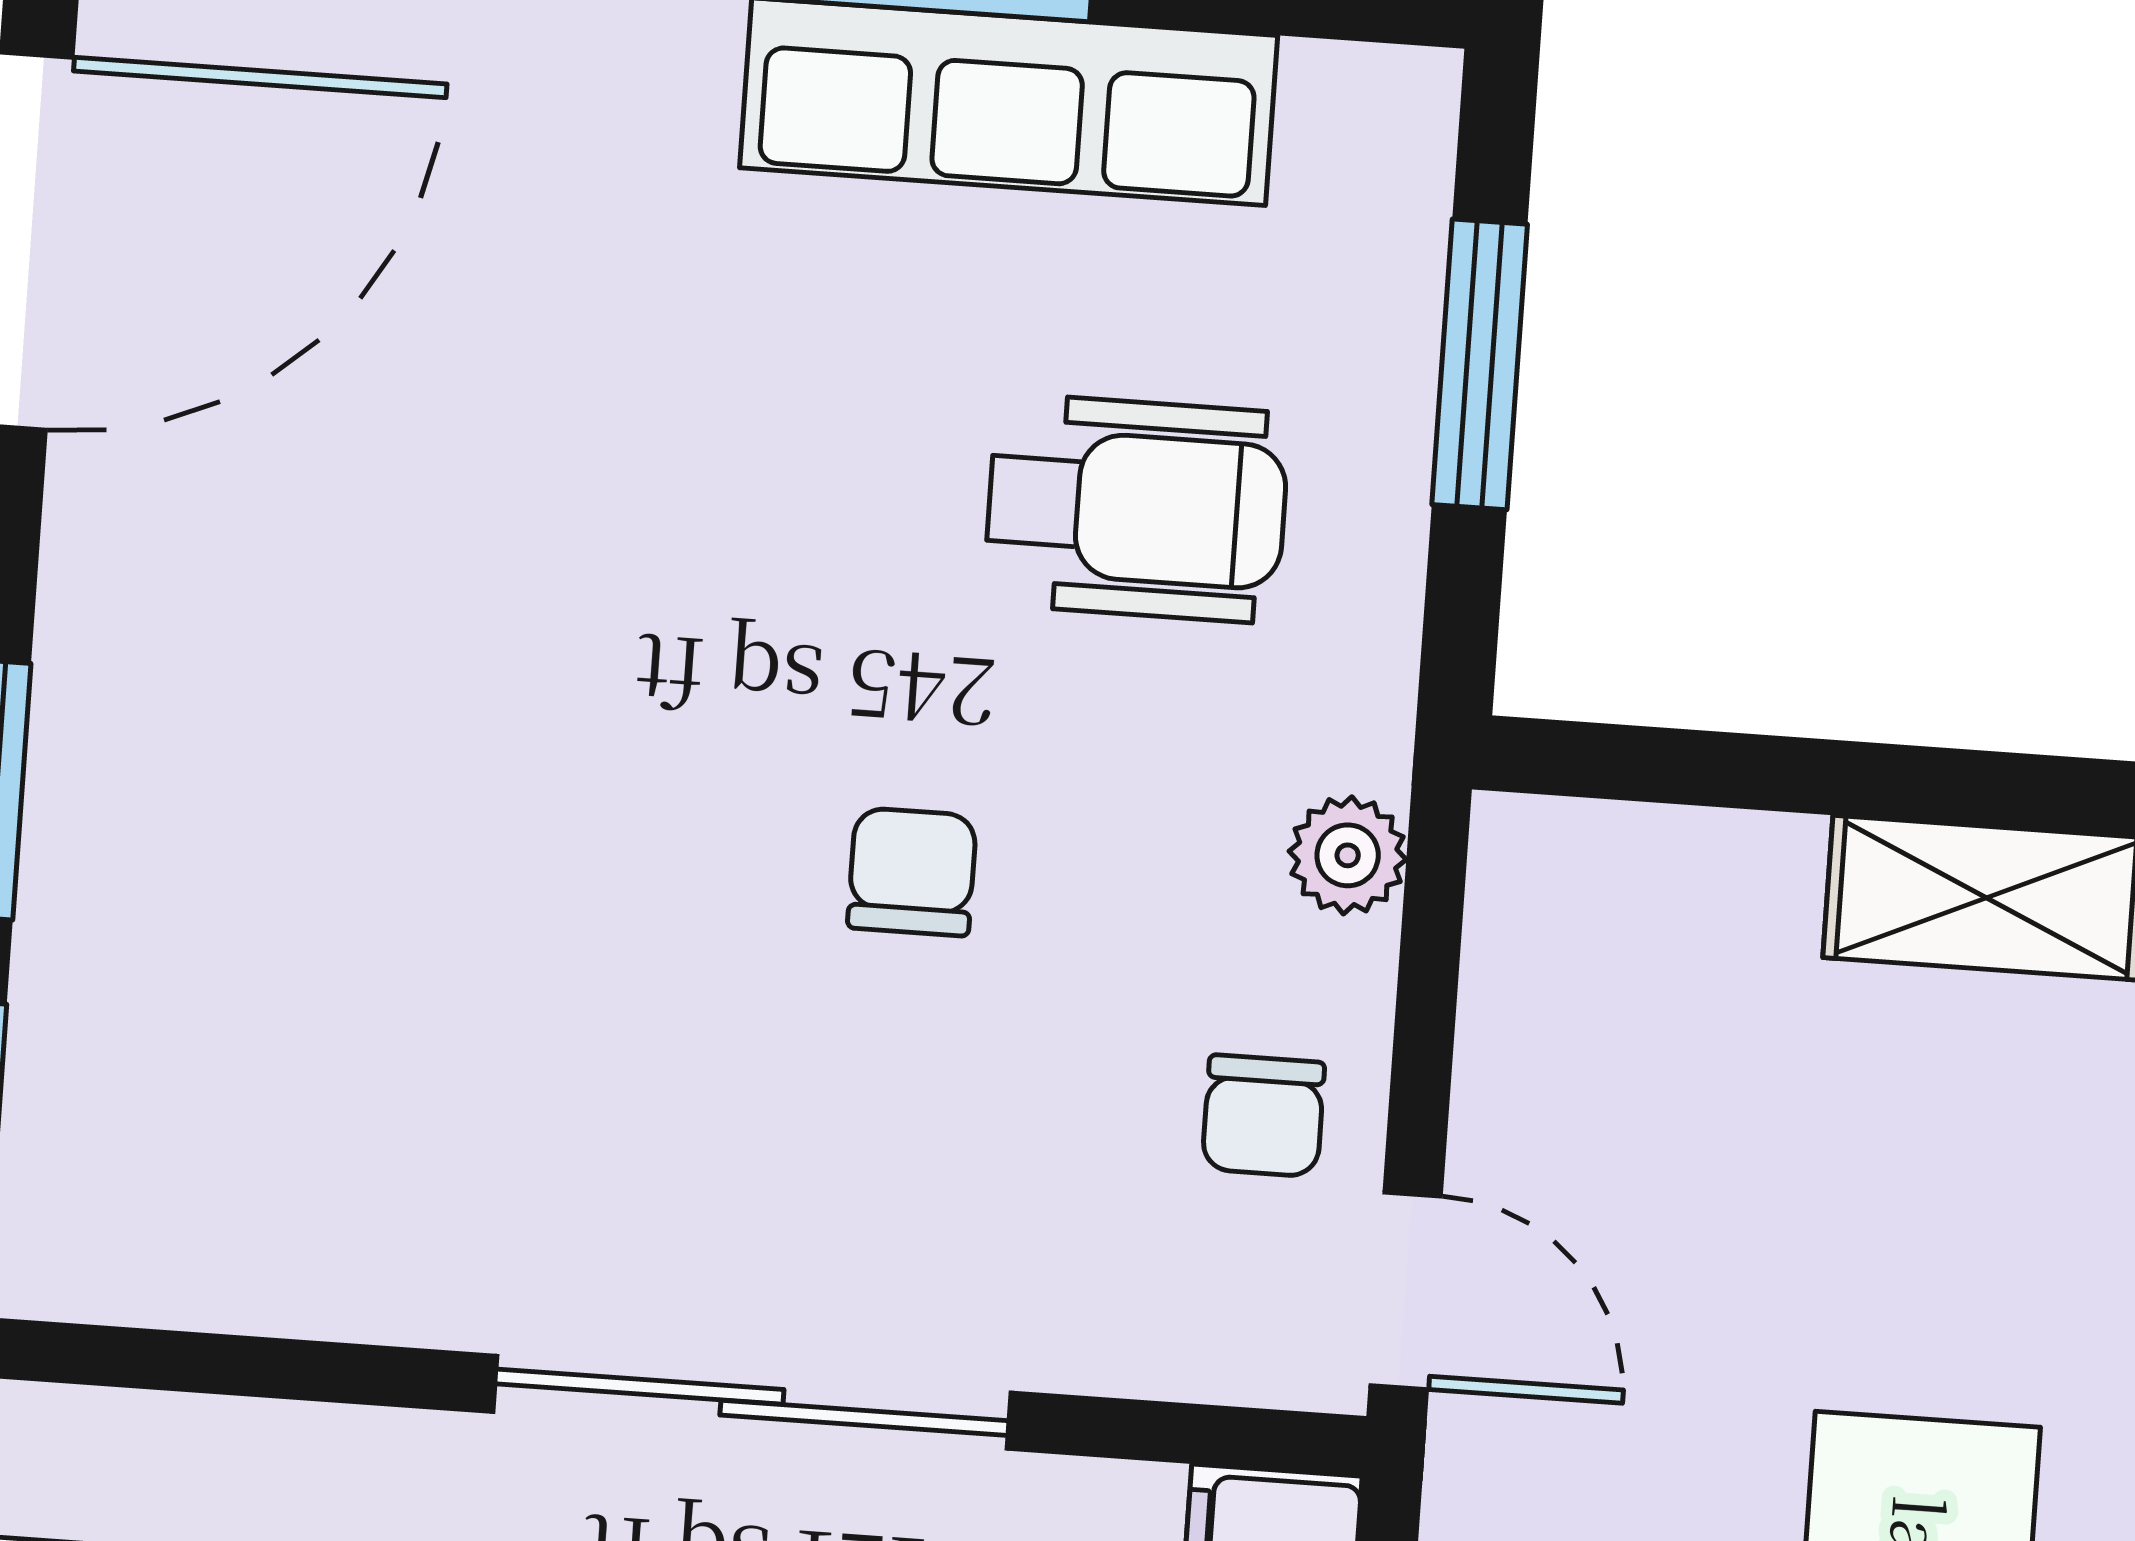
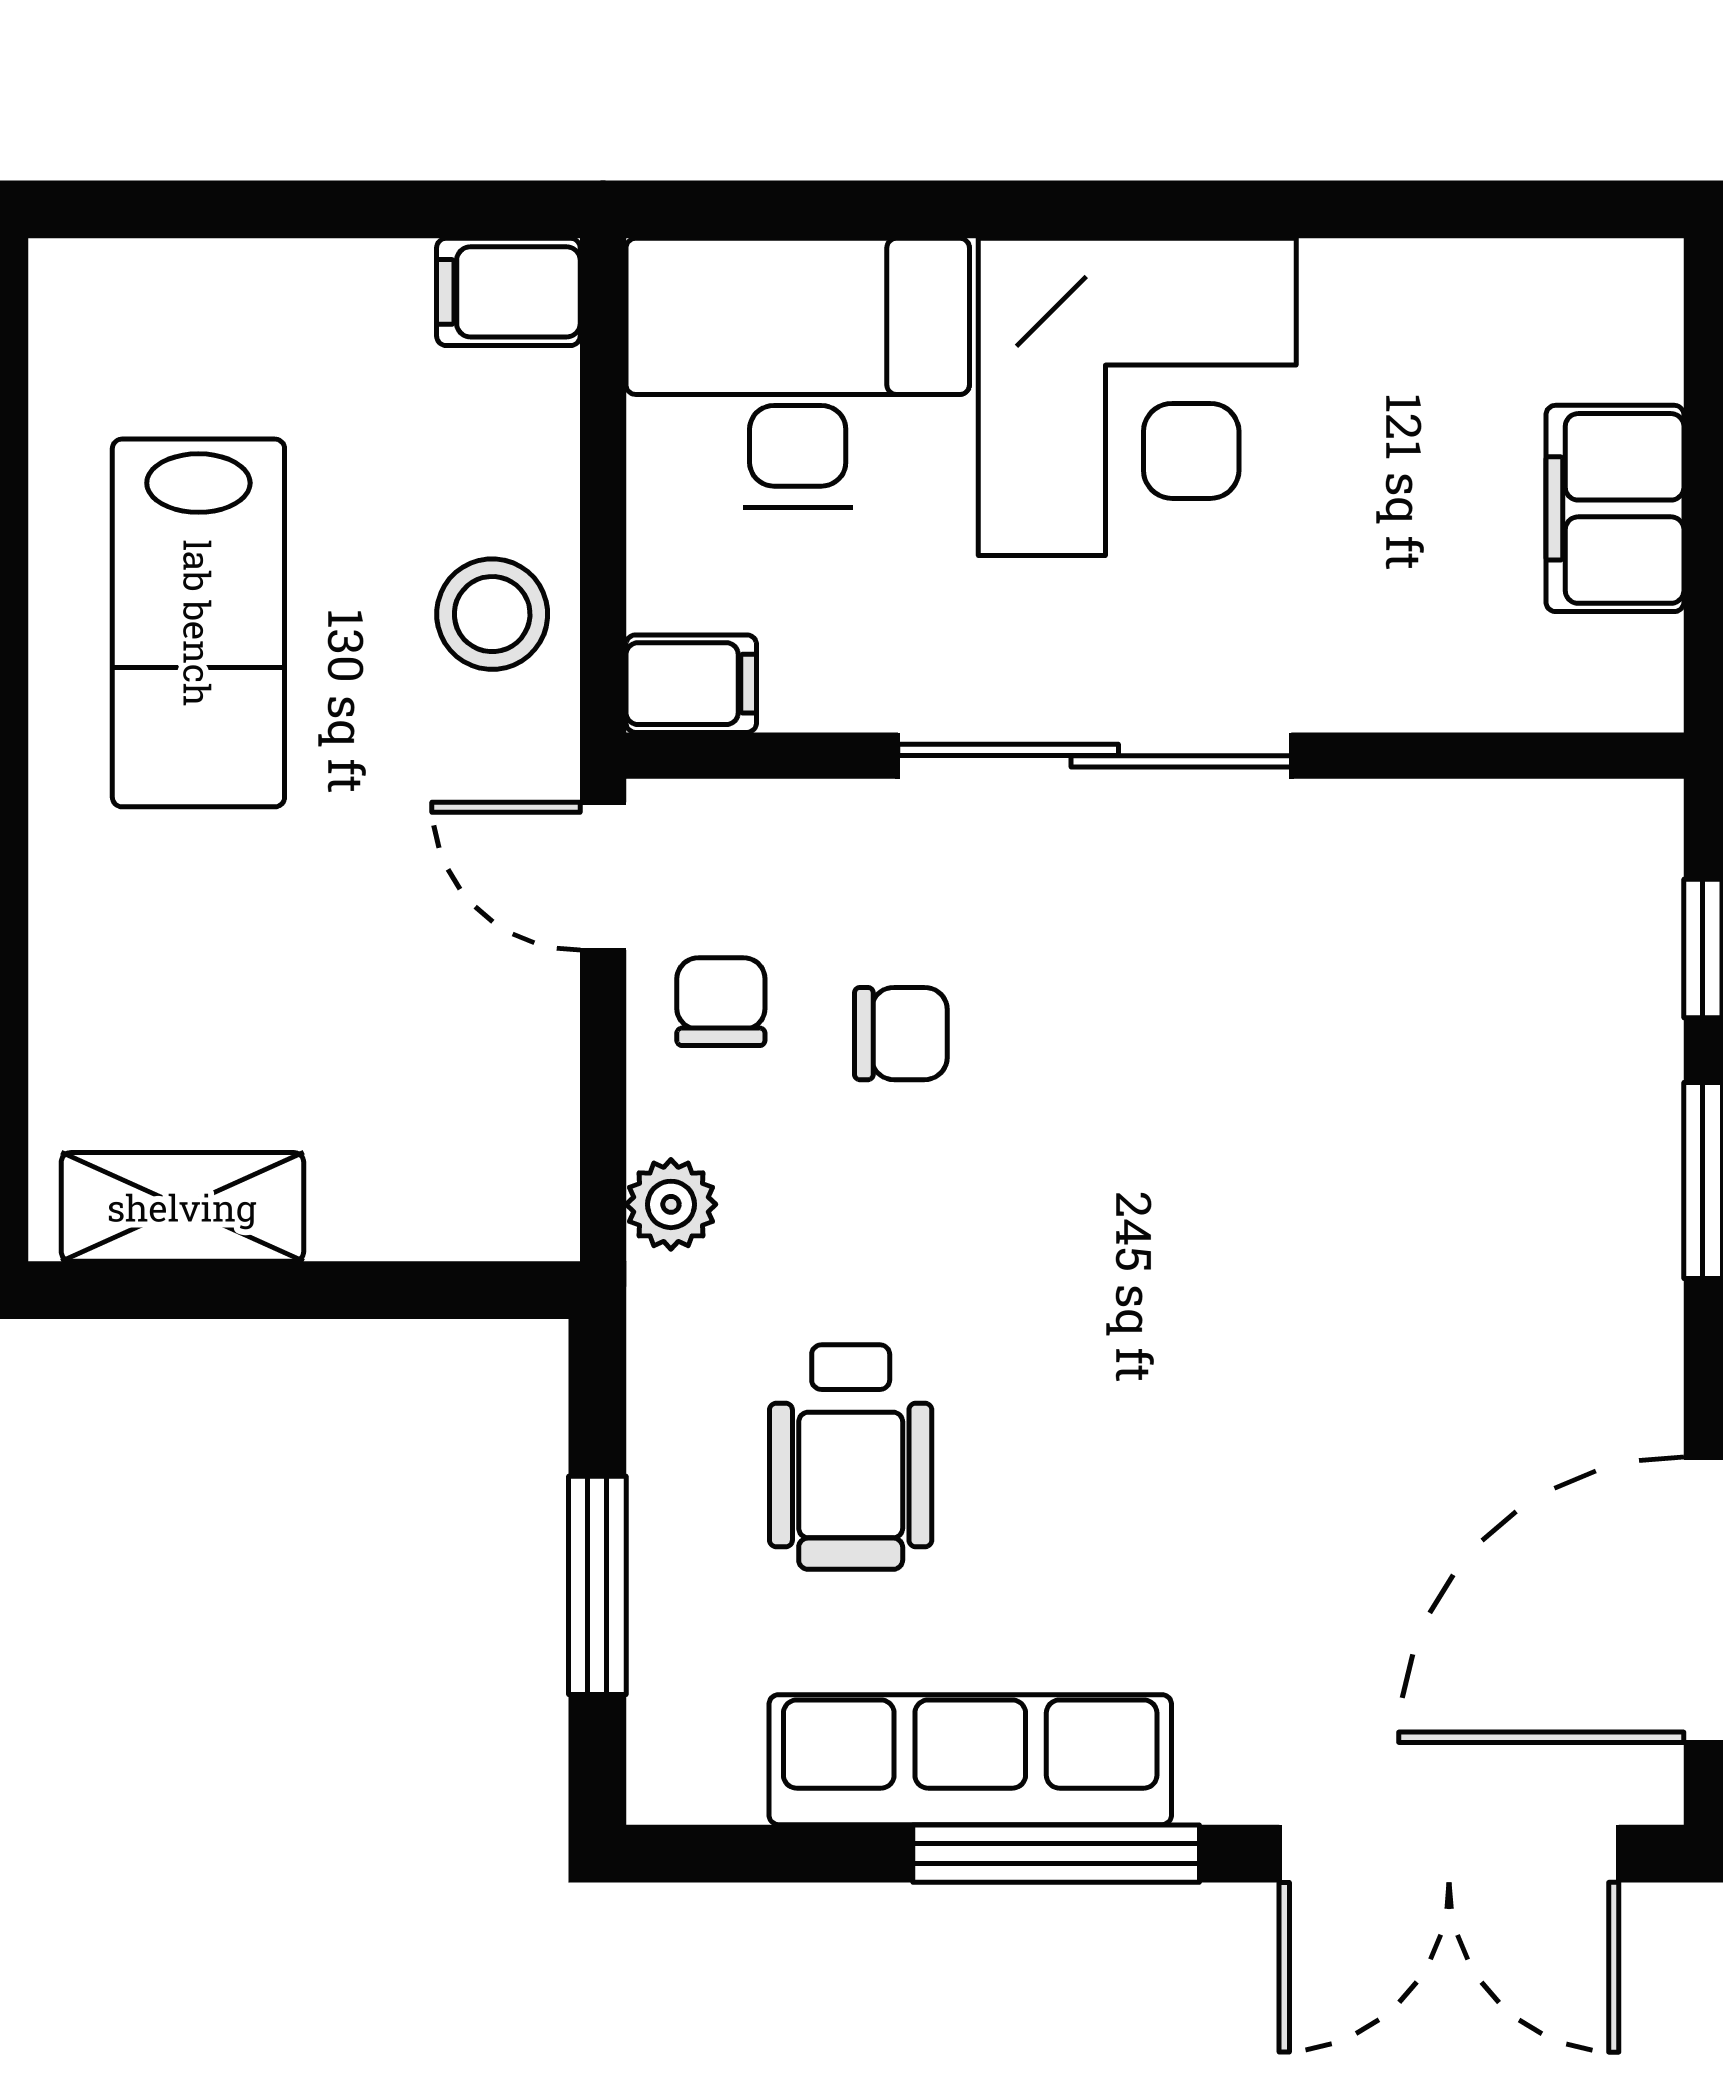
wheelchair: (1136, 508) -> (851, 1457), turned -90
chair: (912, 872) -> (901, 1034), moved, turned -90

